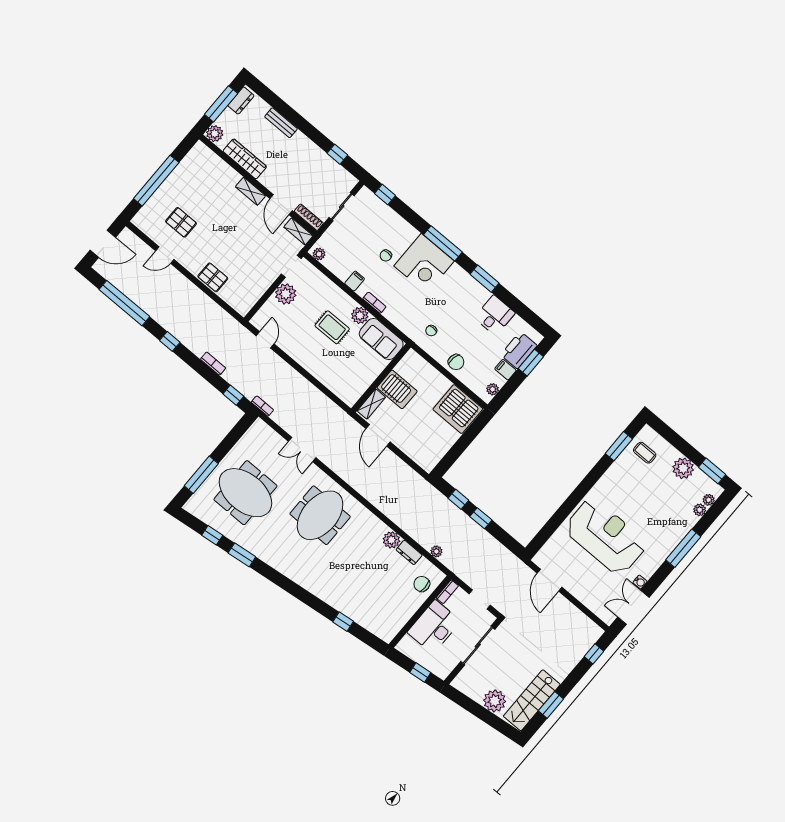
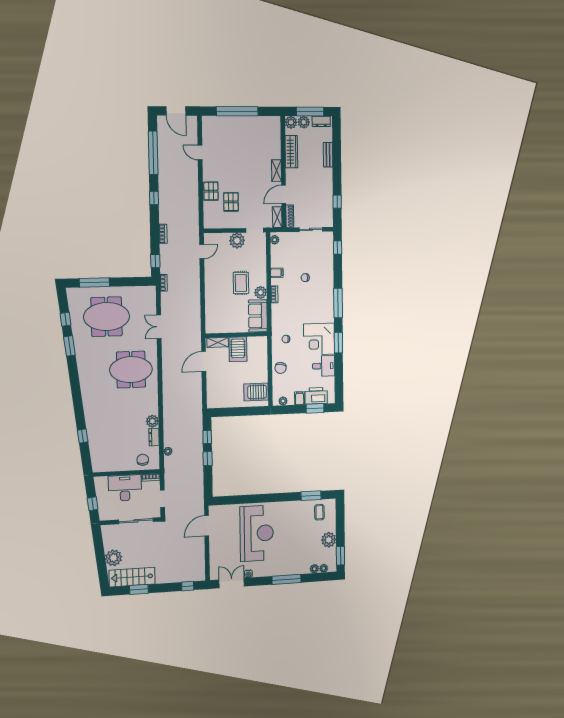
plant: (226, 120) -> (304, 122), added
pallet: (181, 222) -> (231, 202), moved
corner desk: (424, 264) -> (319, 339), moved
server rack: (458, 409) -> (256, 392), width x0.62
meeting table: (245, 493) -> (107, 317), turned 90

